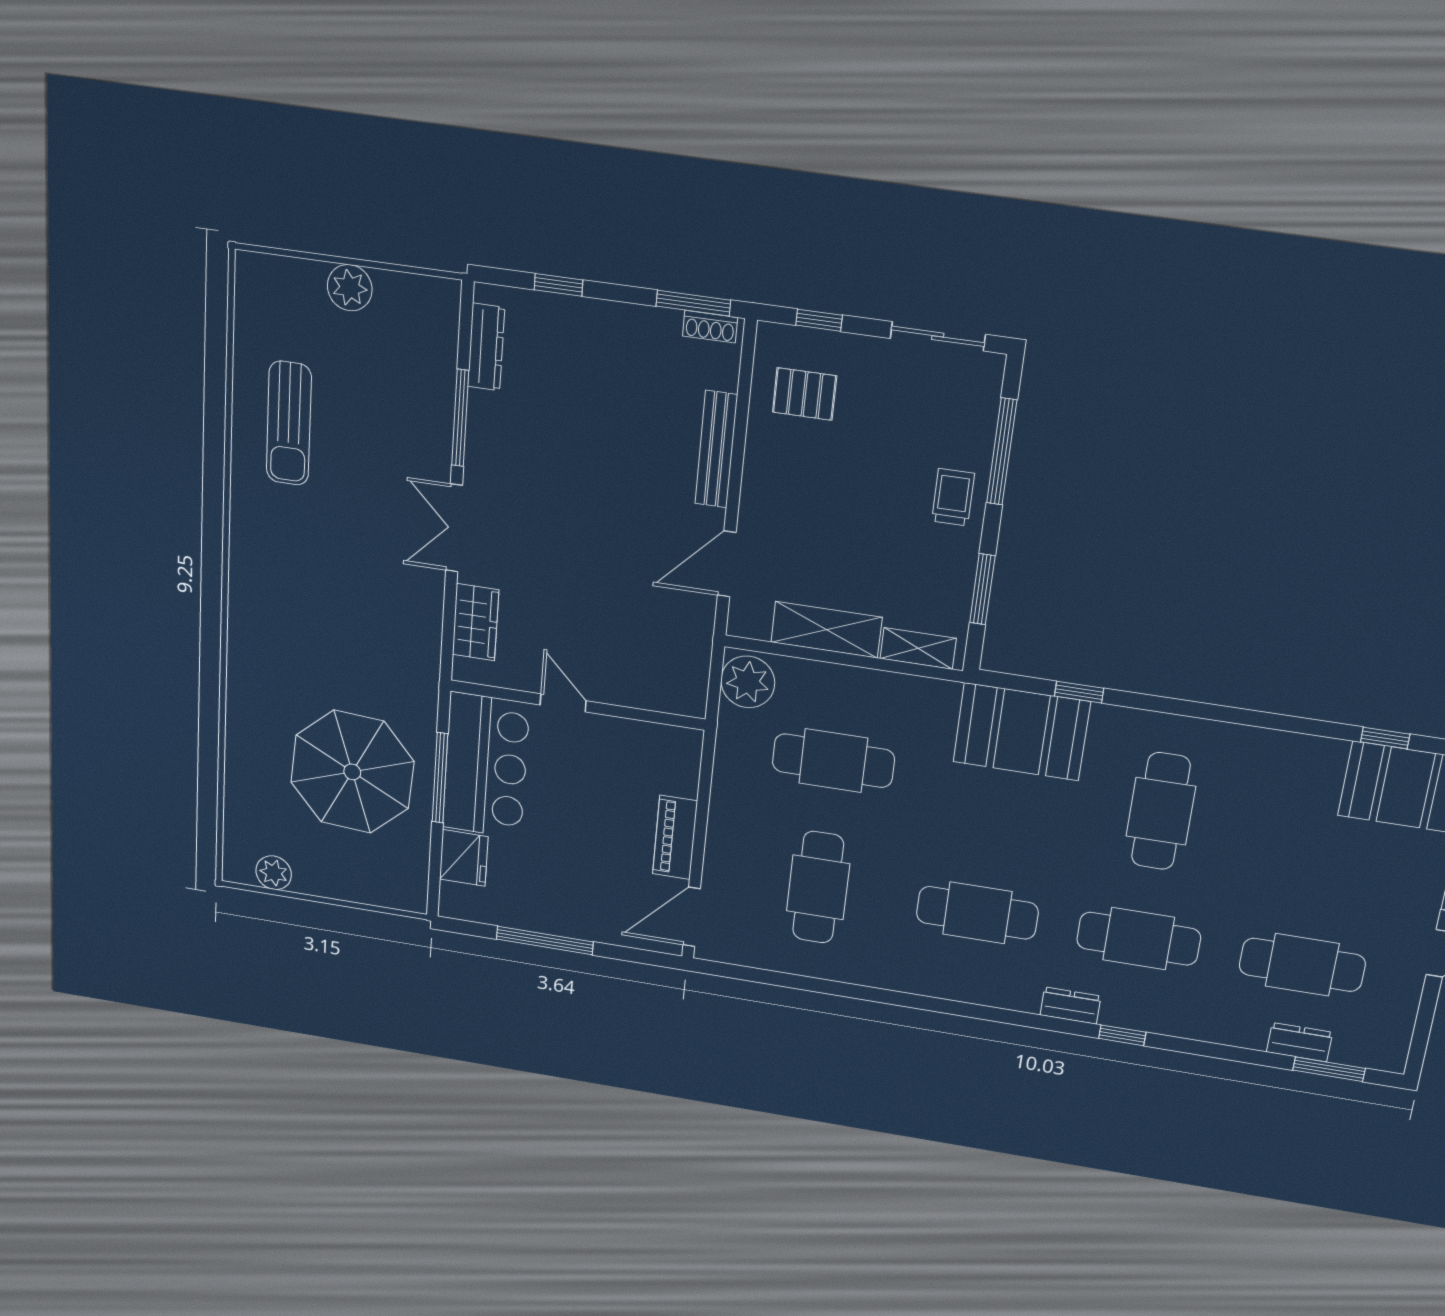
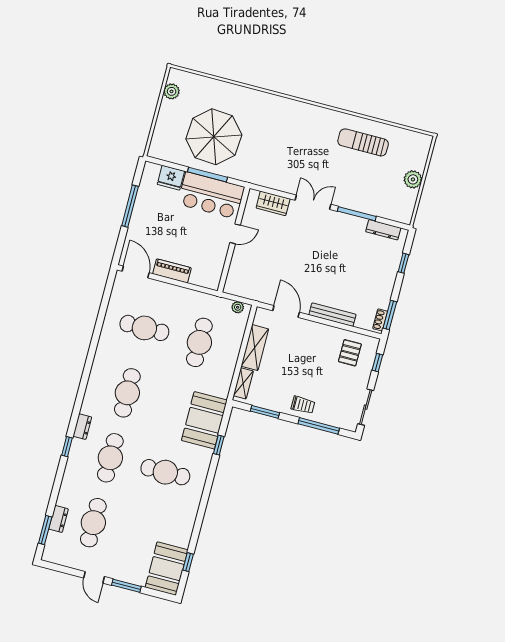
plant: (748, 682) -> (238, 307), width x0.53, depth x0.53

